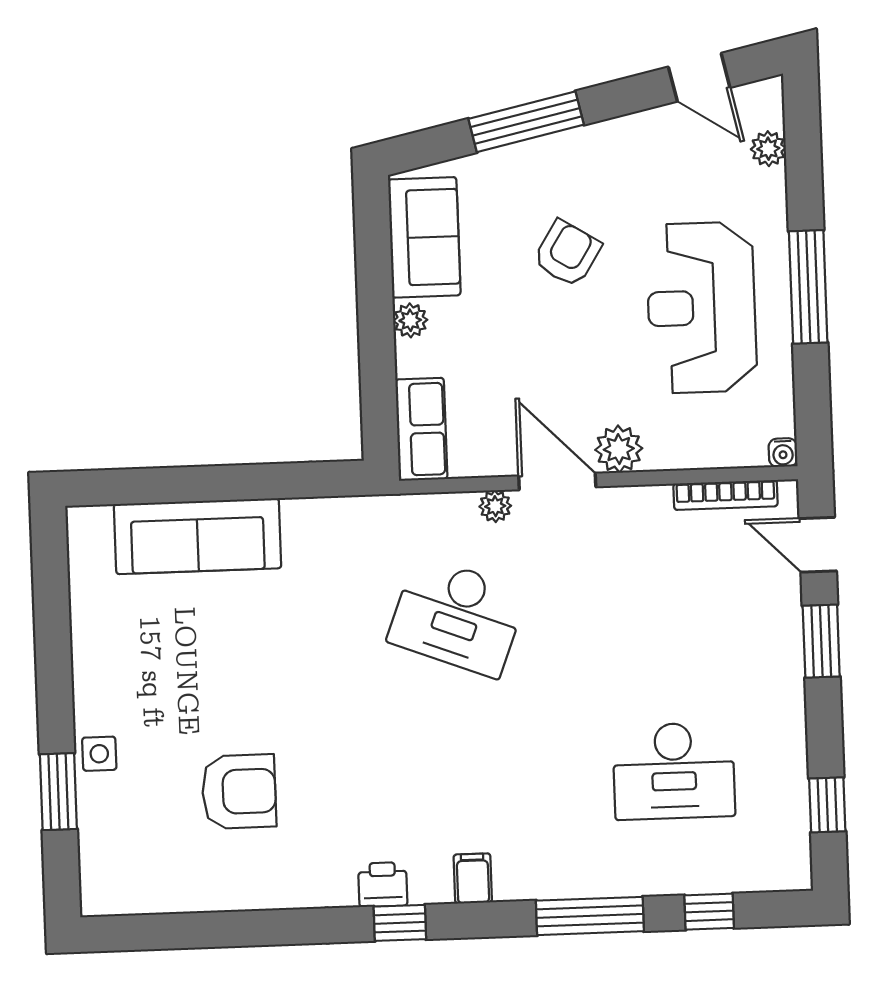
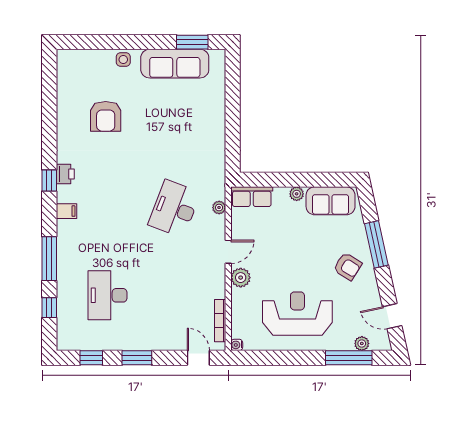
door: (699, 77) -> (392, 316), hinge flipped
armchair: (567, 253) -> (348, 266), moved
window: (808, 287) -> (349, 358), moved
door: (557, 481) -> (228, 252), width x0.73
plant: (495, 506) -> (219, 208), moved
sofa: (198, 536) -> (175, 64), moved, turned -90
door: (818, 545) -> (198, 358), hinge flipped
window: (821, 641) -> (137, 358), moved
window: (58, 792) -> (192, 42), moved

